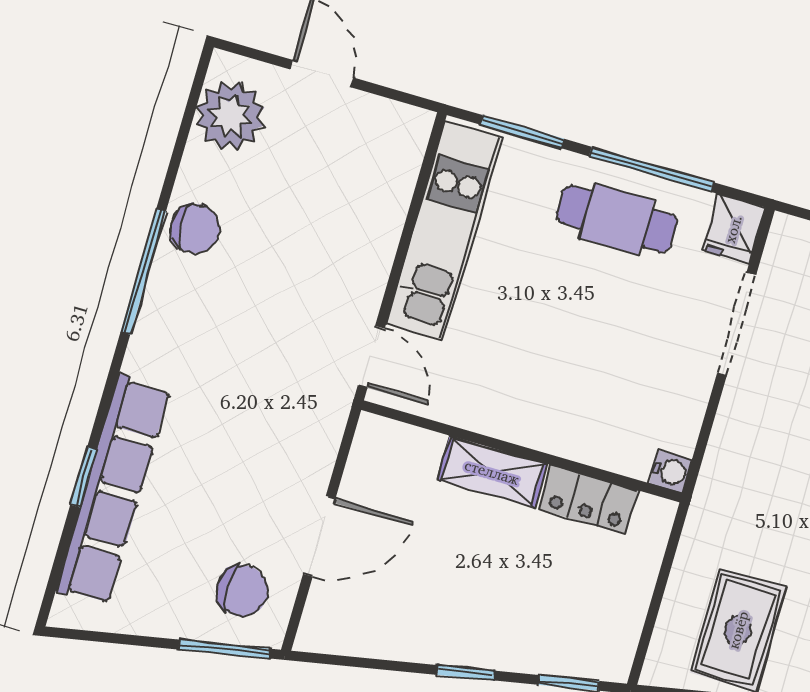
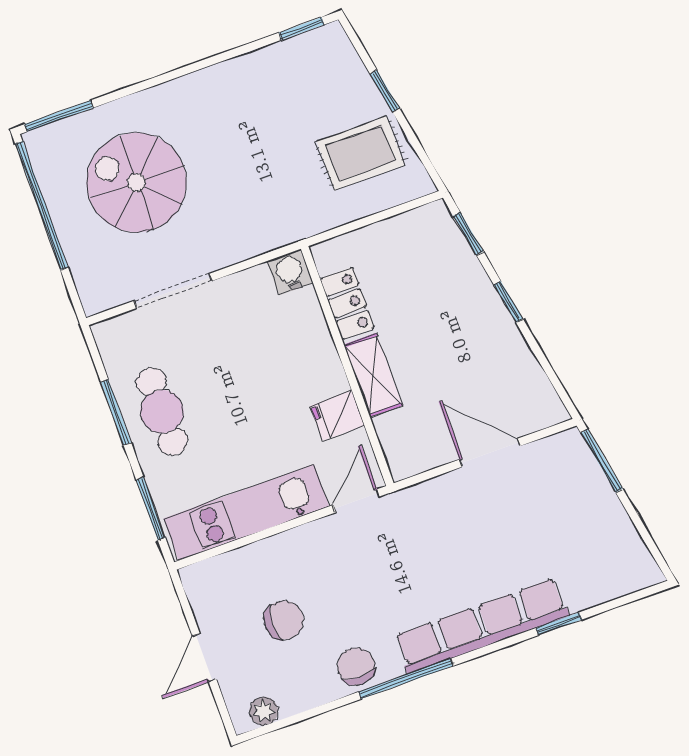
plant: (230, 116) -> (264, 711), width x0.53, depth x0.53
window: (651, 169) -> (116, 412), width x0.69
fridge: (733, 229) -> (337, 416), moved, turned 180
water cooler: (671, 471) -> (290, 272), width x1.38, depth x1.38
row of seats: (113, 490) -> (482, 626), moved
chair: (242, 591) -> (284, 620), moved, turned 90

